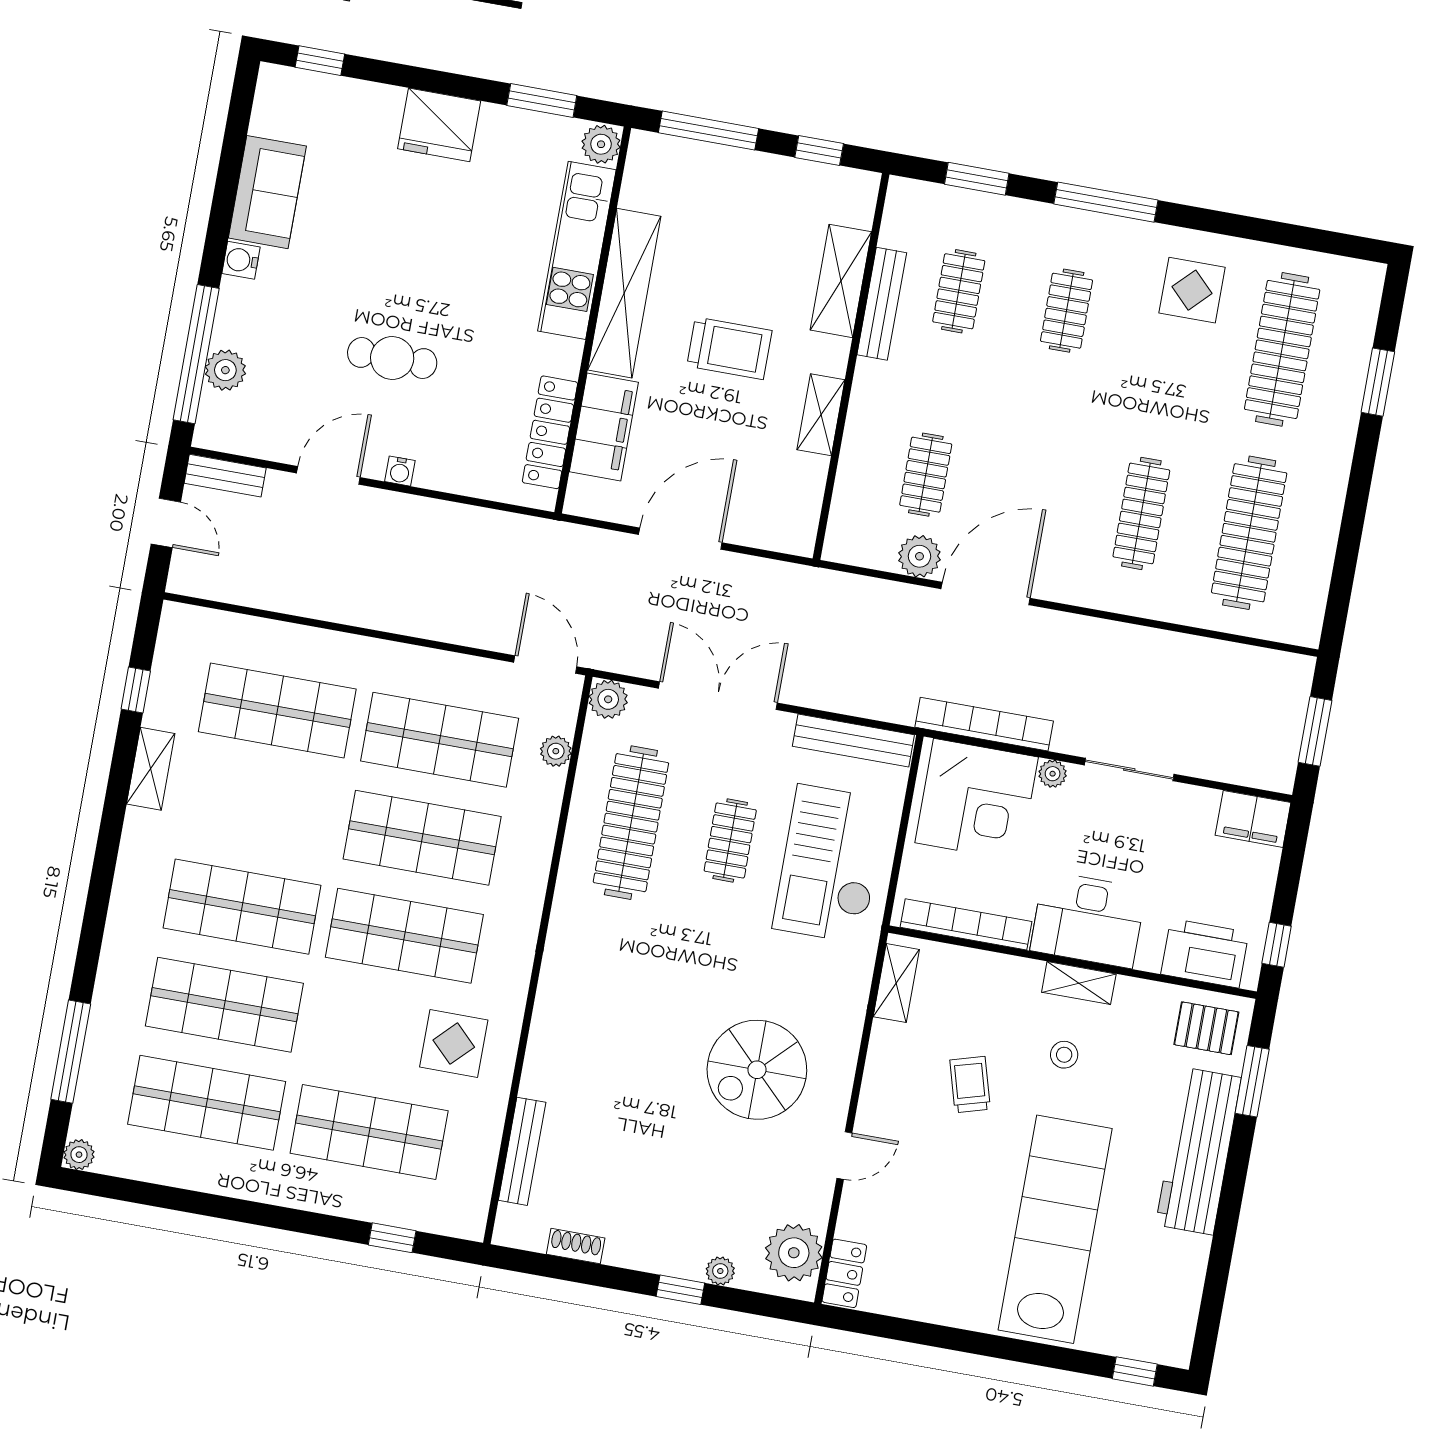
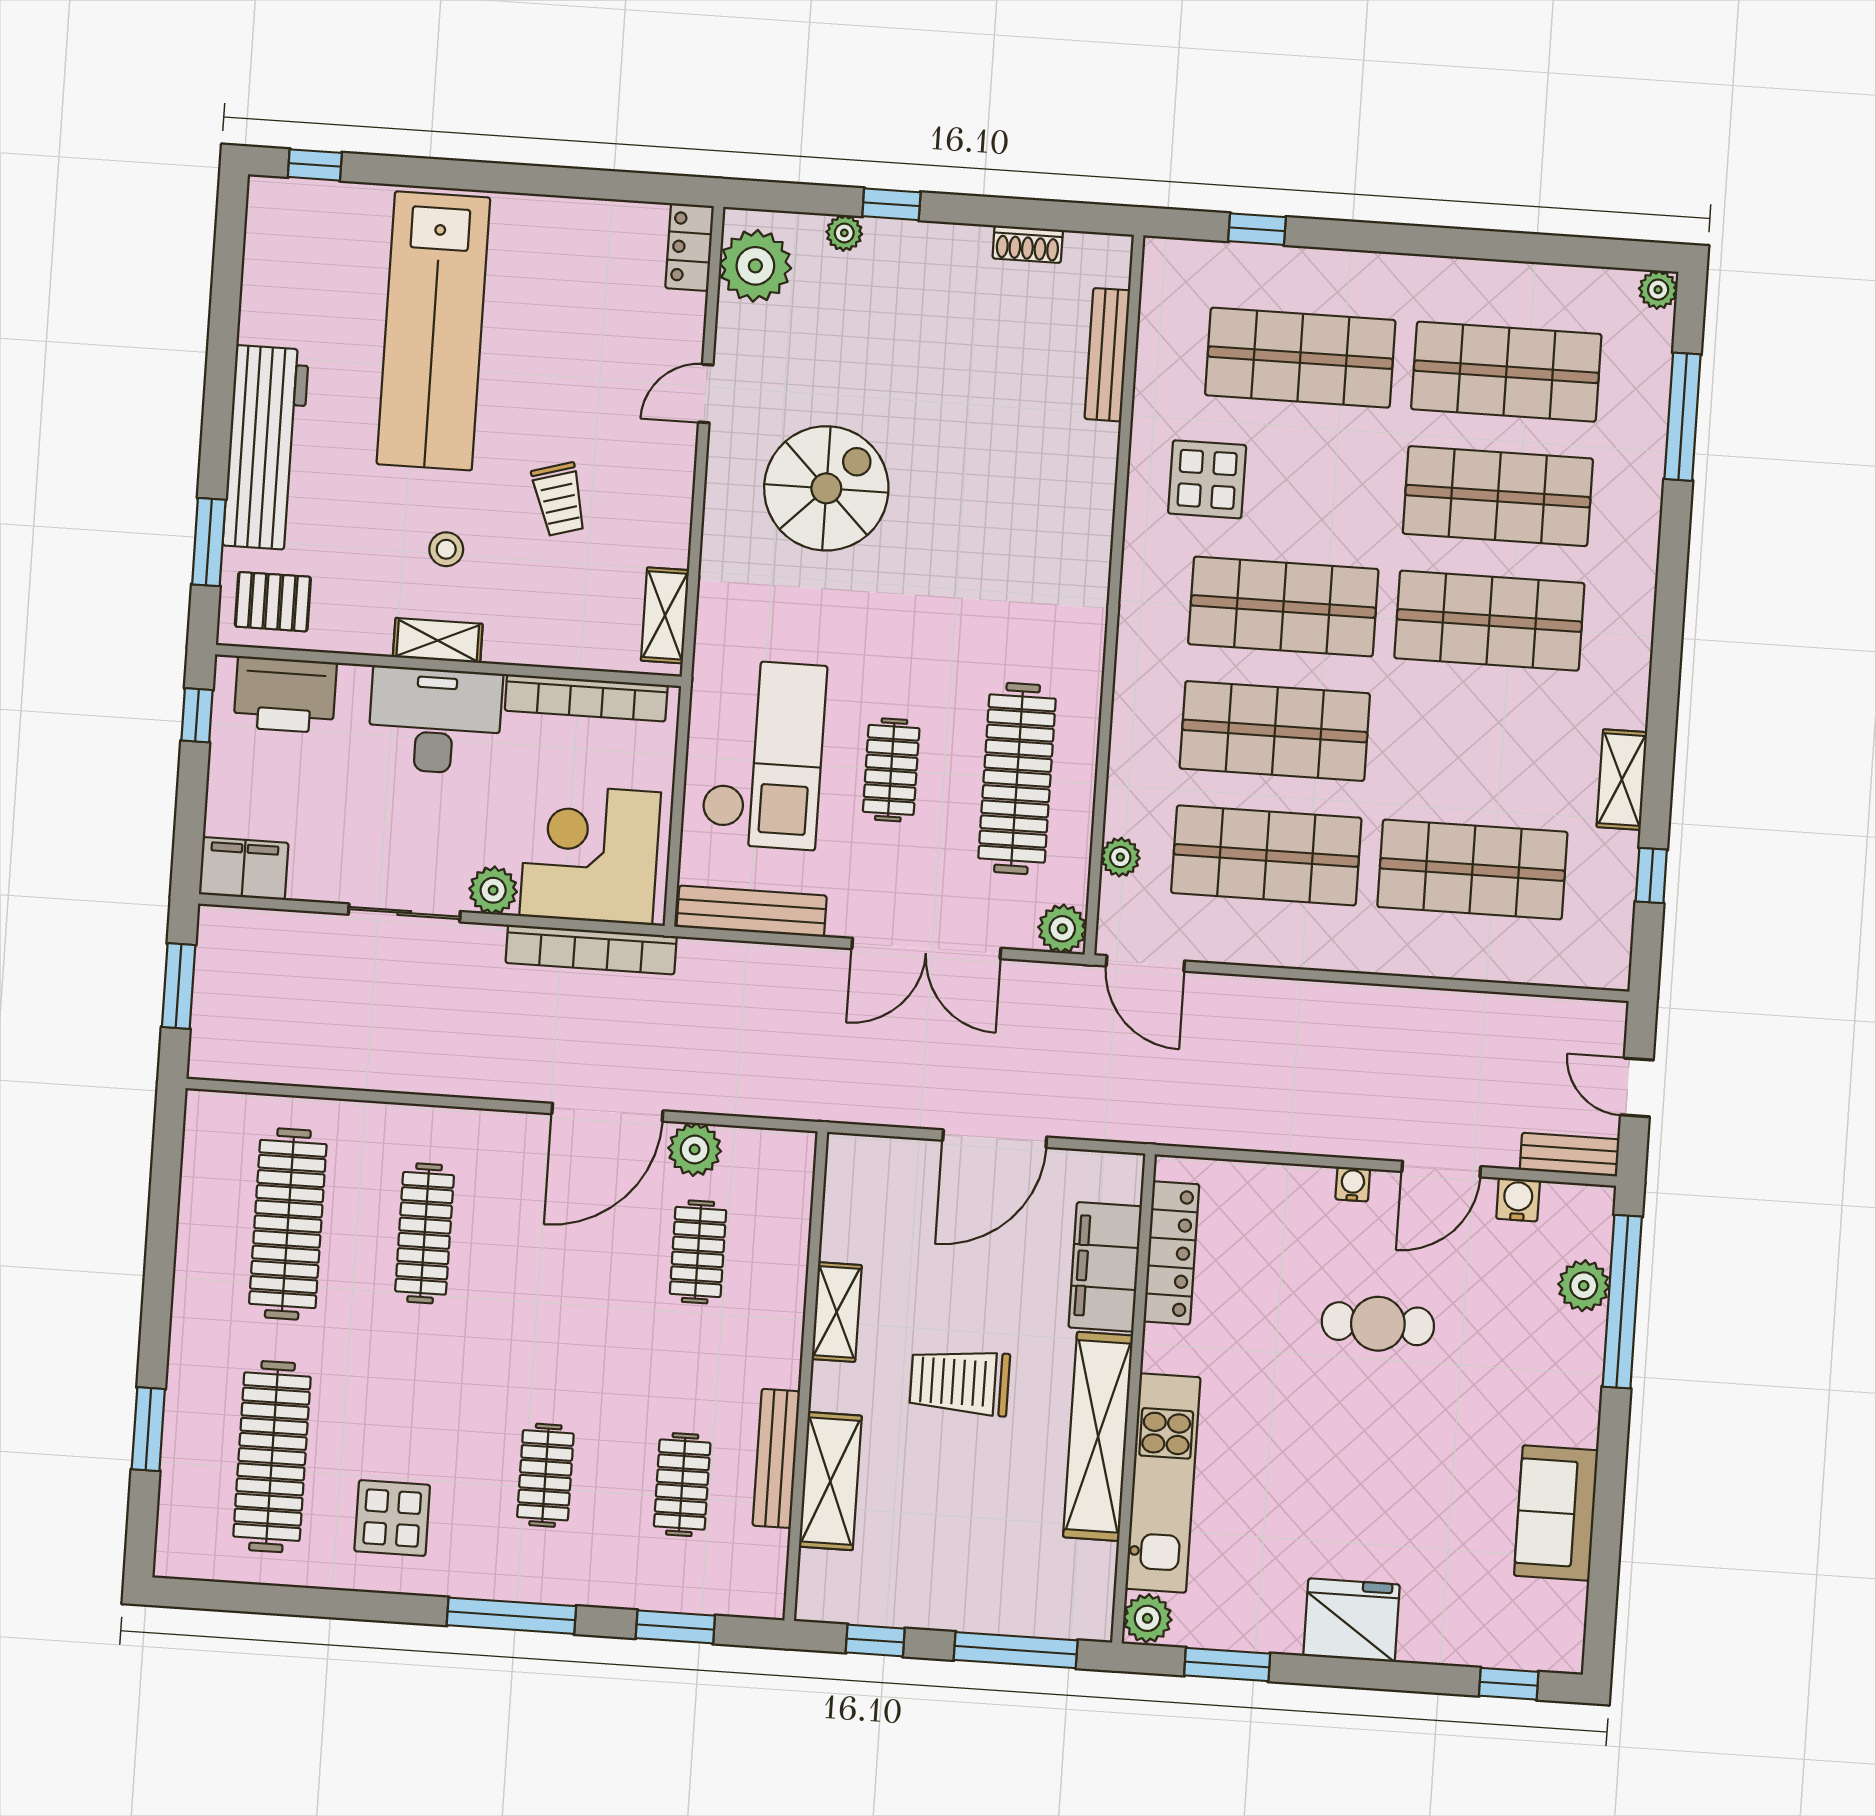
water cooler: (241, 260) -> (1518, 1200), moved, turned -90
plant: (1053, 774) -> (493, 890), width x1.38, depth x1.38

